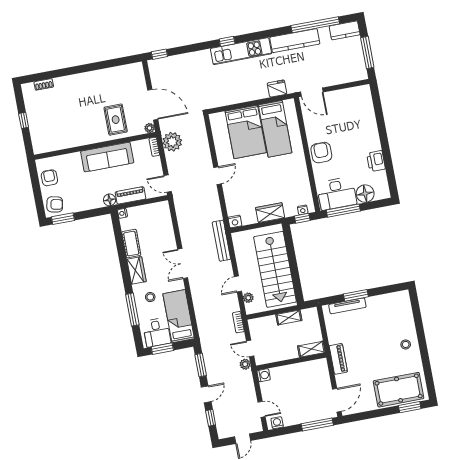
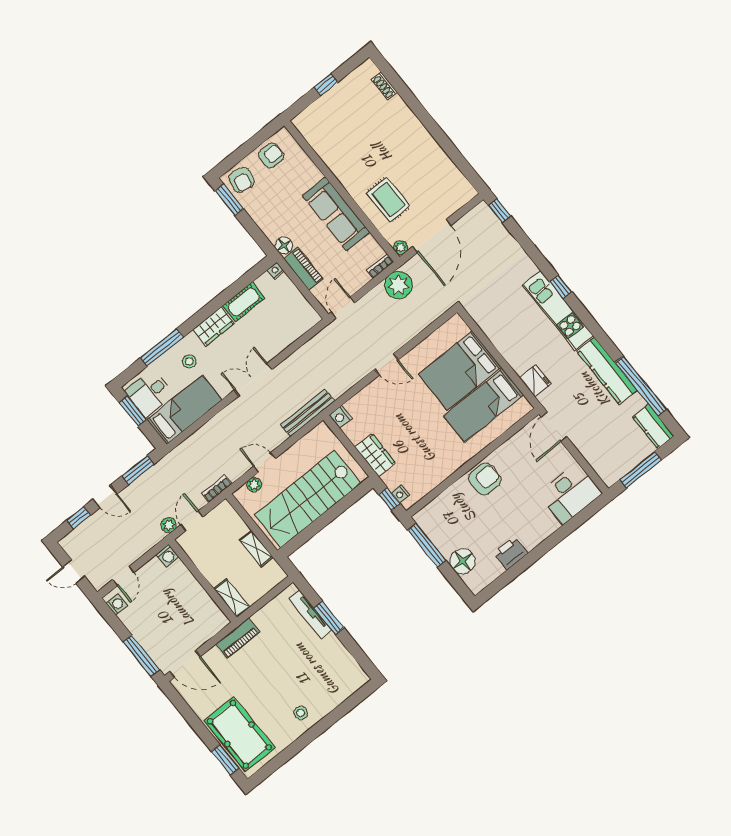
rug: (116, 120) -> (388, 199), turned 90
desk: (337, 193) -> (570, 494), moved, turned -90

